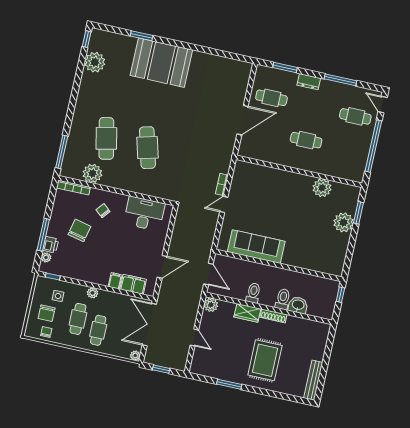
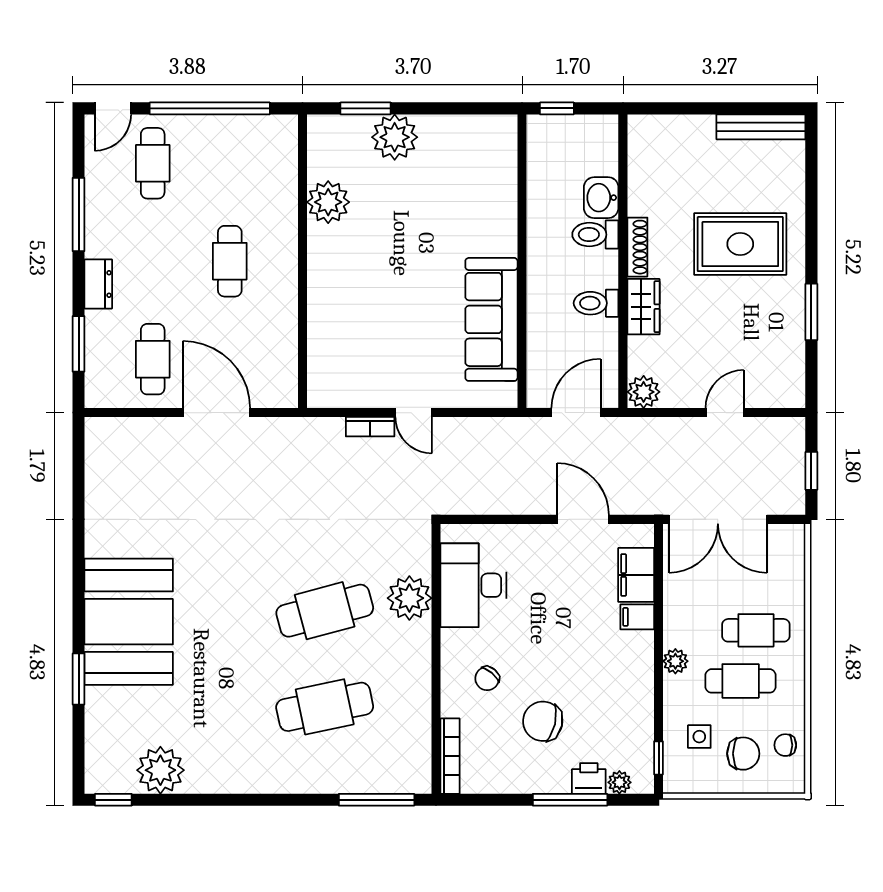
plant: (92, 173) -> (409, 598), moved
plant: (135, 356) -> (794, 535), removed

